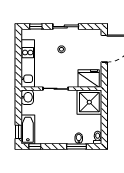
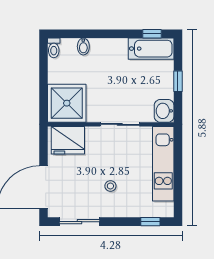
sliding door: (66, 27) -> (80, 222), moved
bathtub: (28, 129) -> (151, 49), moved, turned -90
window: (18, 132) -> (178, 81), moved
window: (77, 146) -> (87, 34), removed

